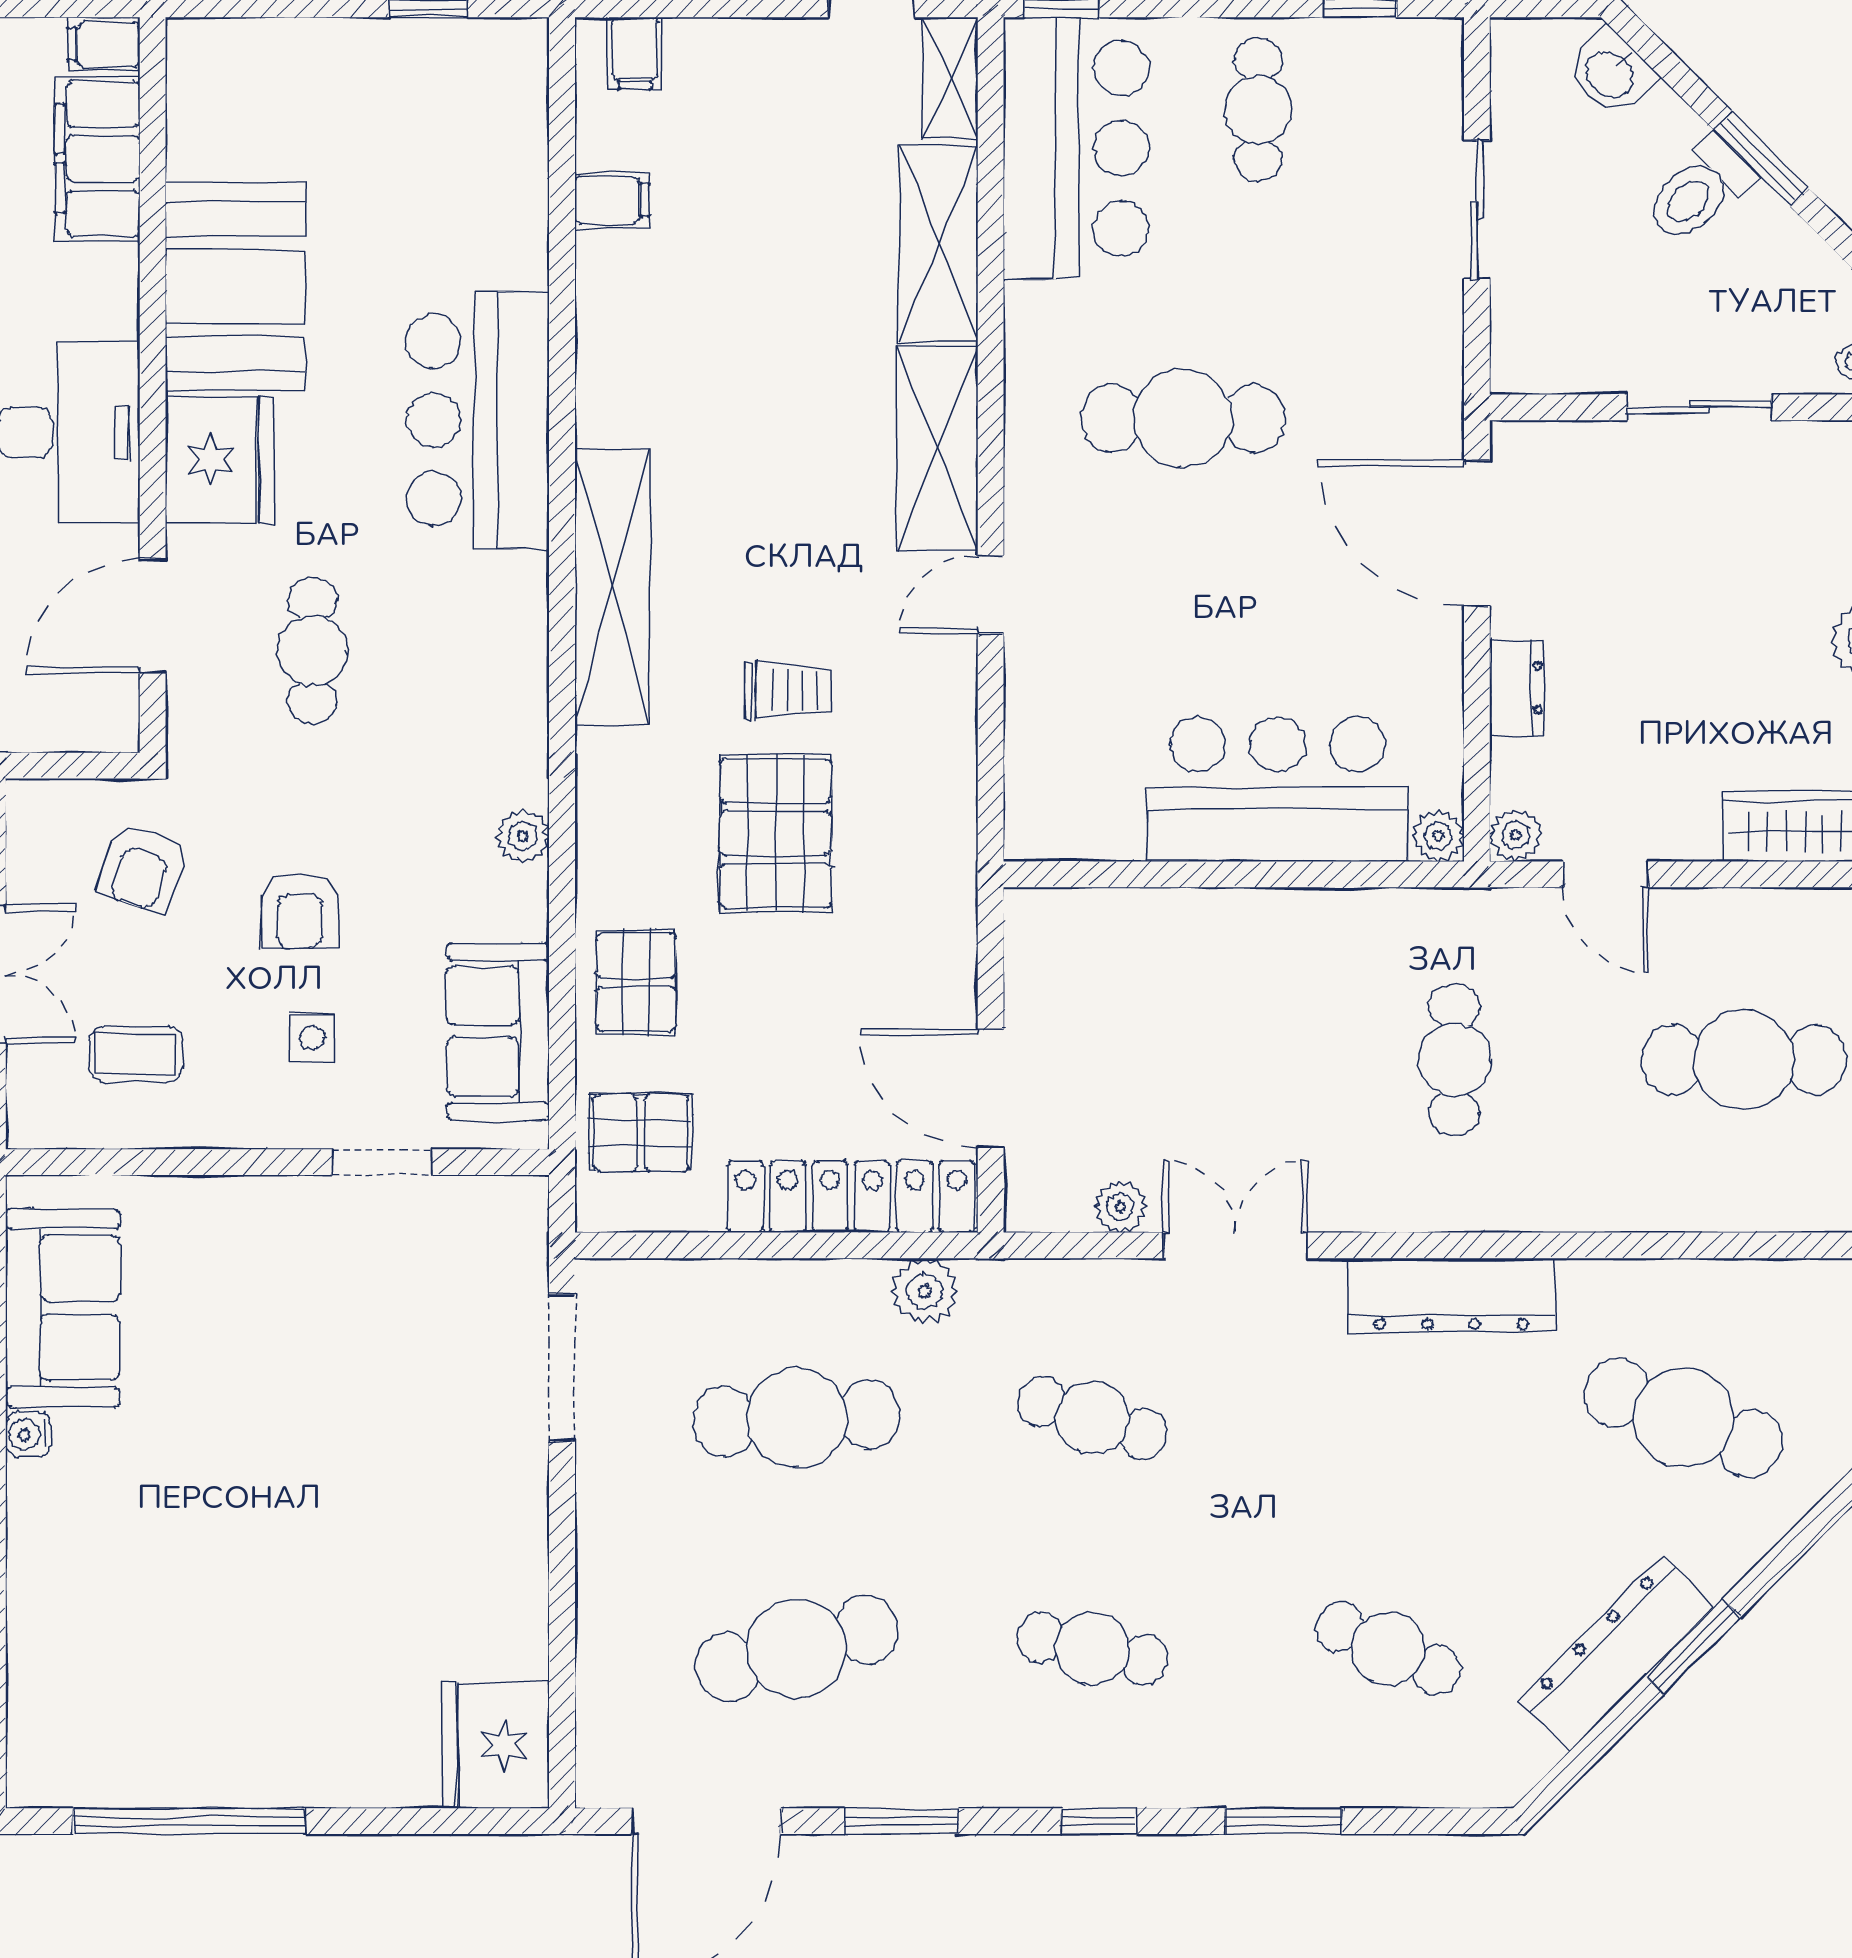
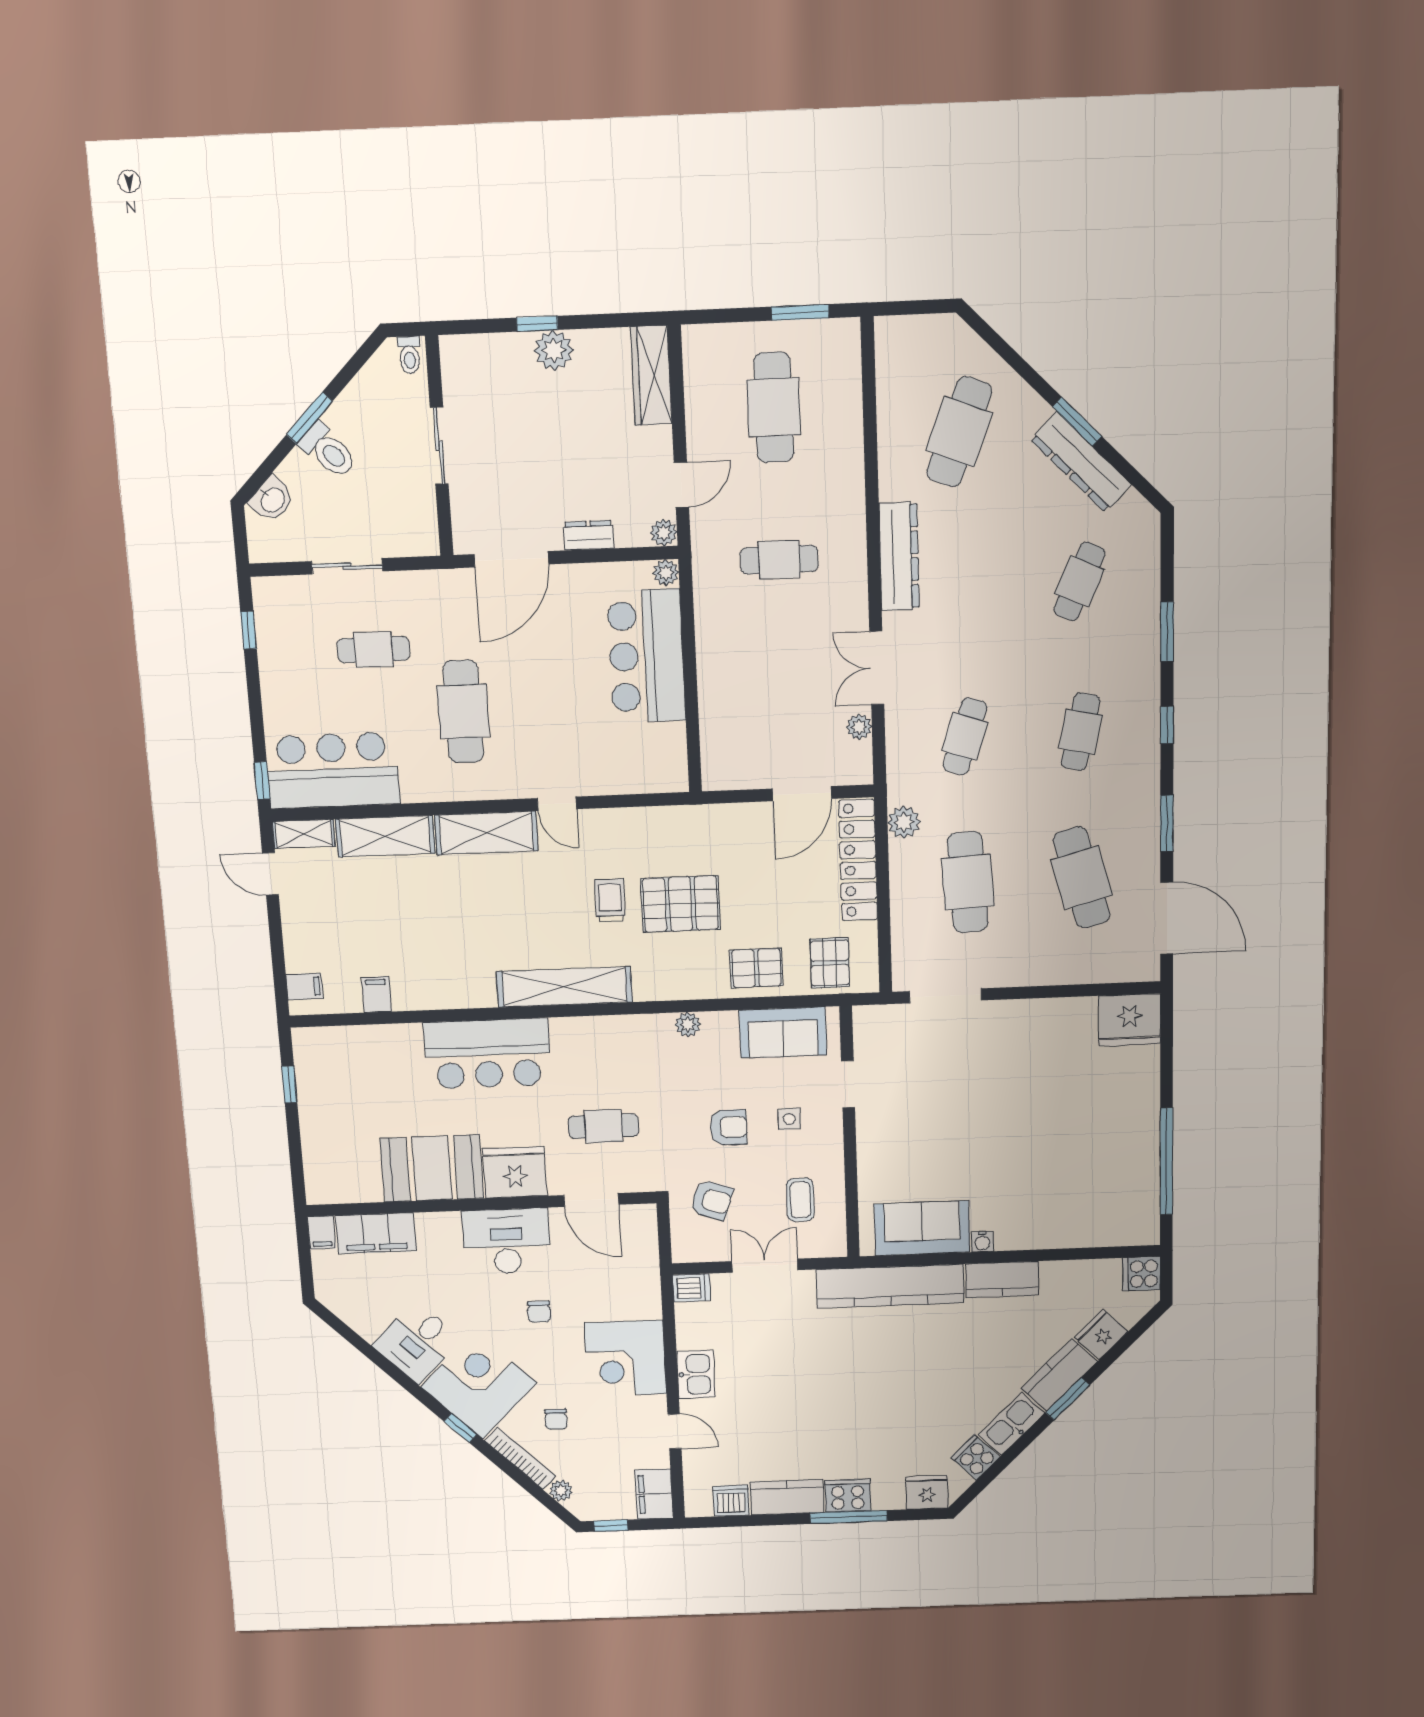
cafe table: (1258, 110) -> (373, 650), moved

